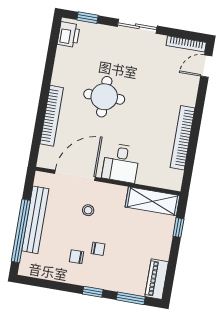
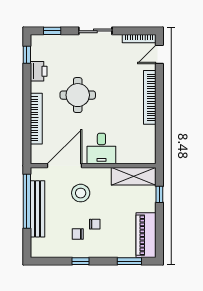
printer: (69, 35) -> (39, 71), moved
window: (54, 40) -> (27, 55), added
bookcase: (183, 138) -> (150, 97), moved
stool: (88, 210) -> (81, 193), width x1.89, depth x1.89
window: (21, 231) -> (27, 201), moved
piano: (157, 279) -> (146, 235), width x1.37, depth x1.33
window: (93, 292) -> (80, 261), moved

